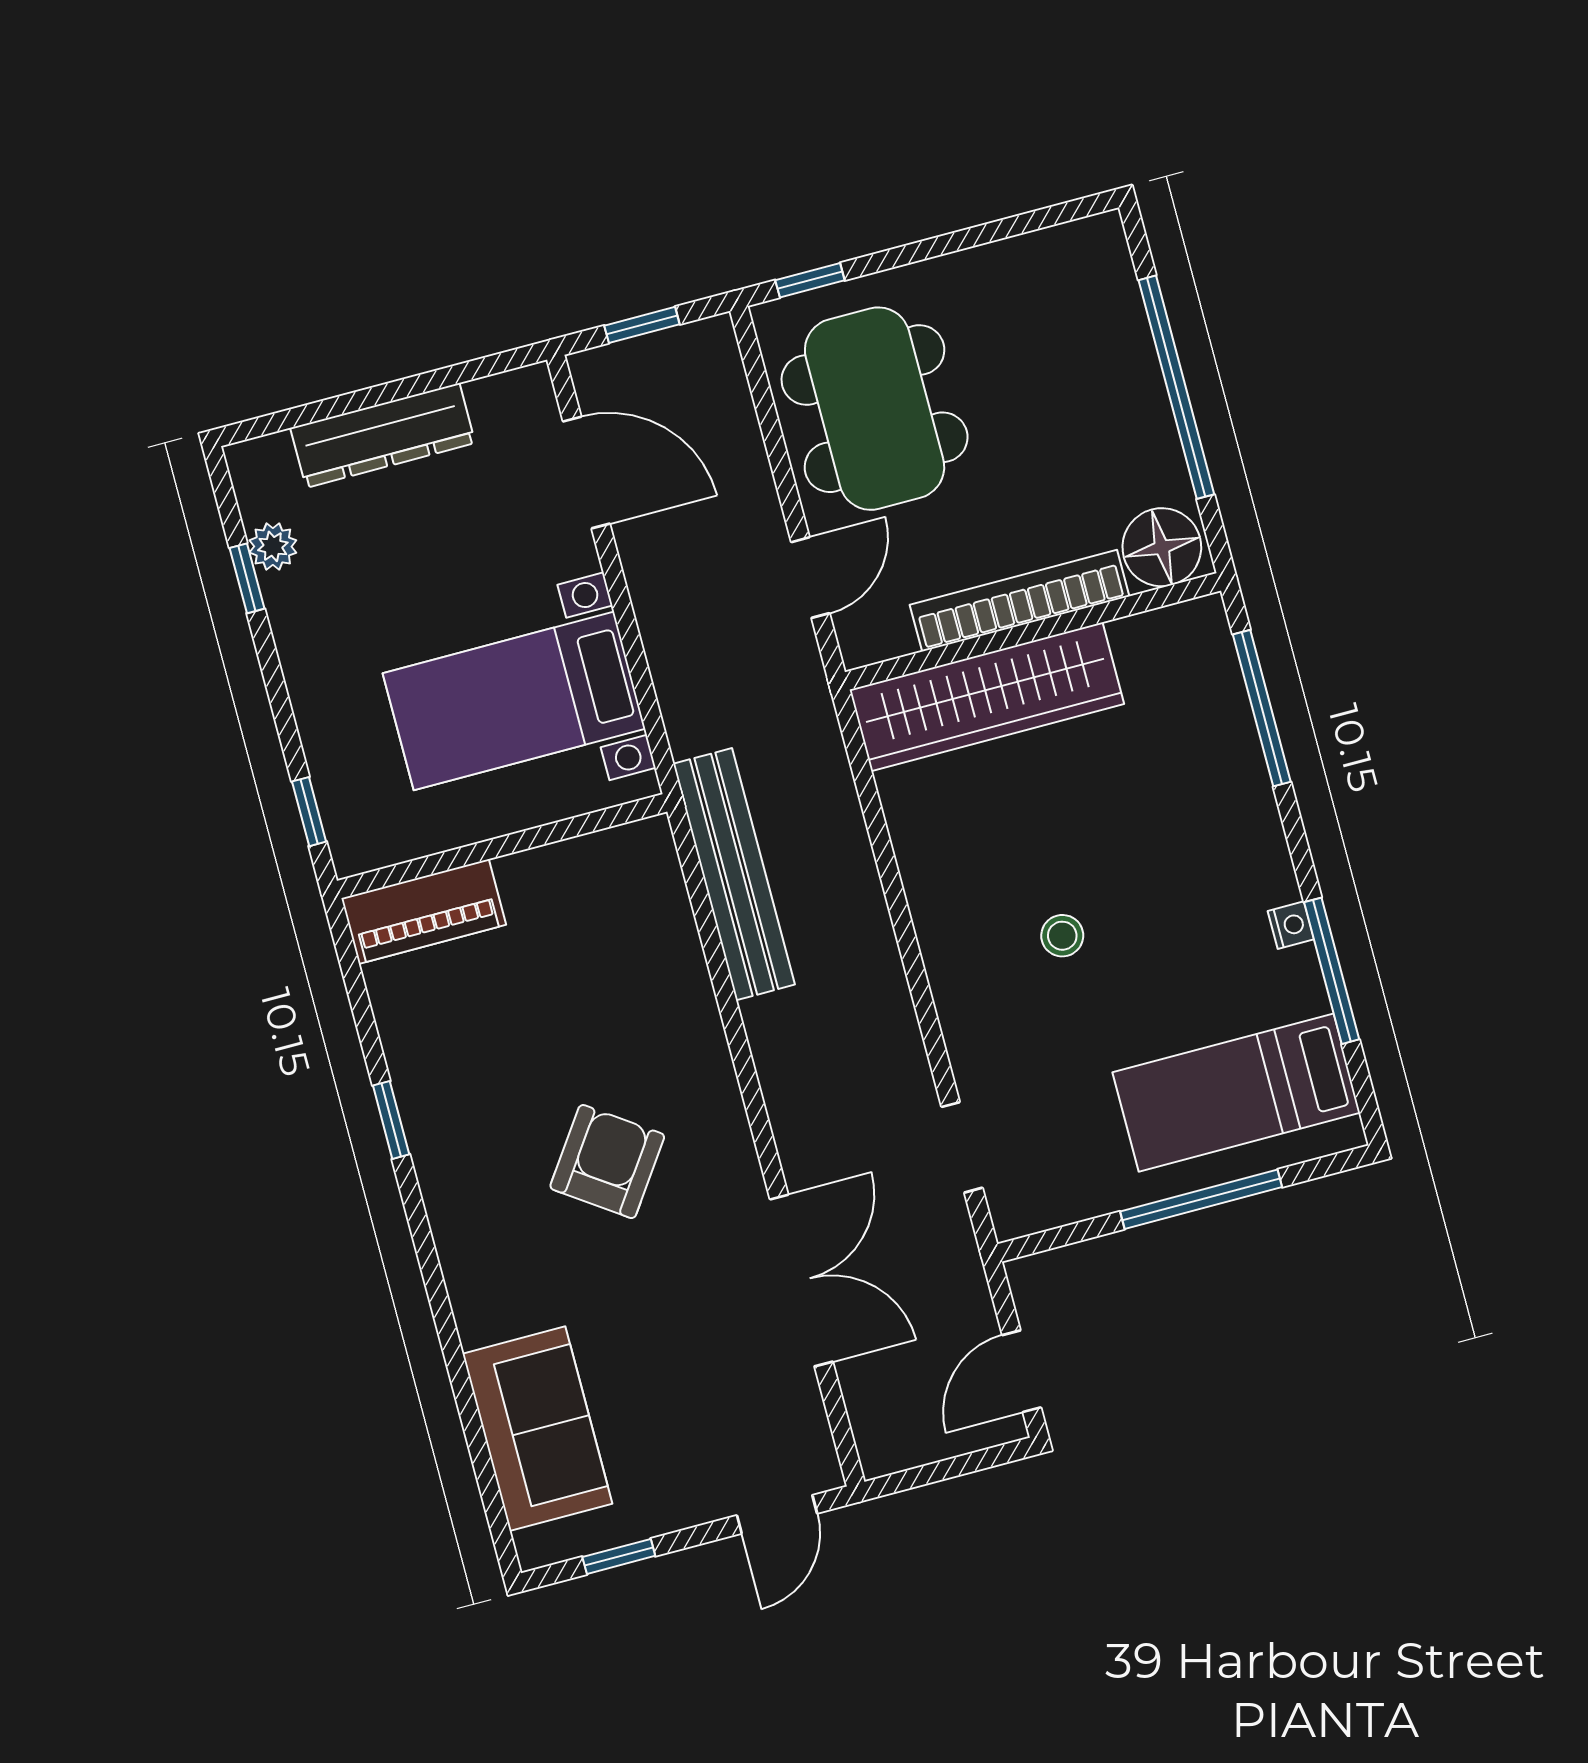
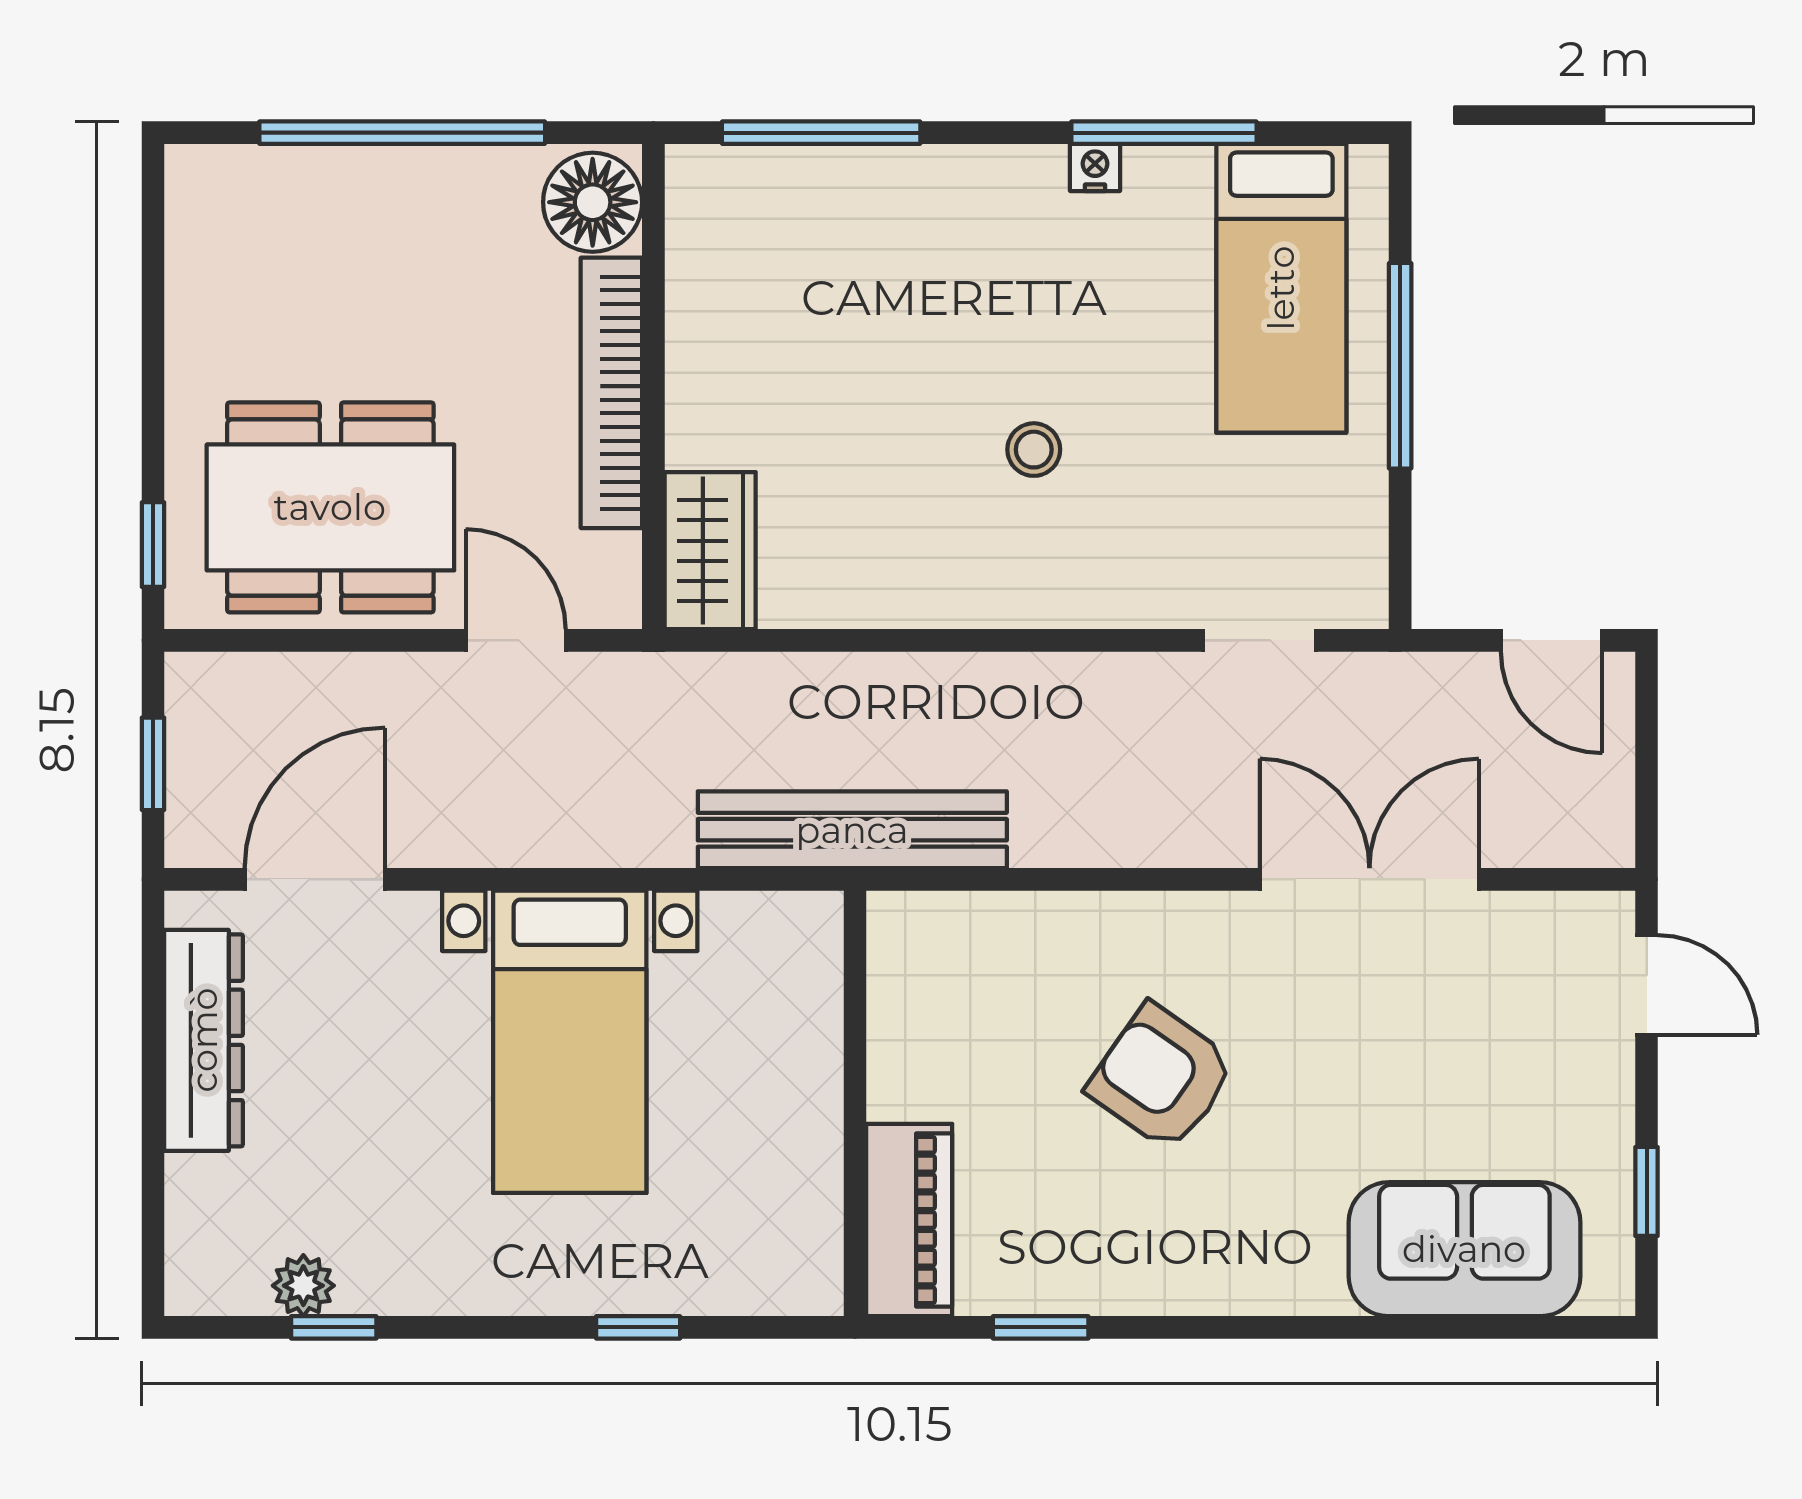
dresser: (383, 435) -> (204, 1040), moved
wardrobe: (987, 697) -> (710, 551), width x0.48, depth x0.85
wall: (502, 846) -> (855, 1103), moved
piano: (424, 911) -> (909, 1220), moved

